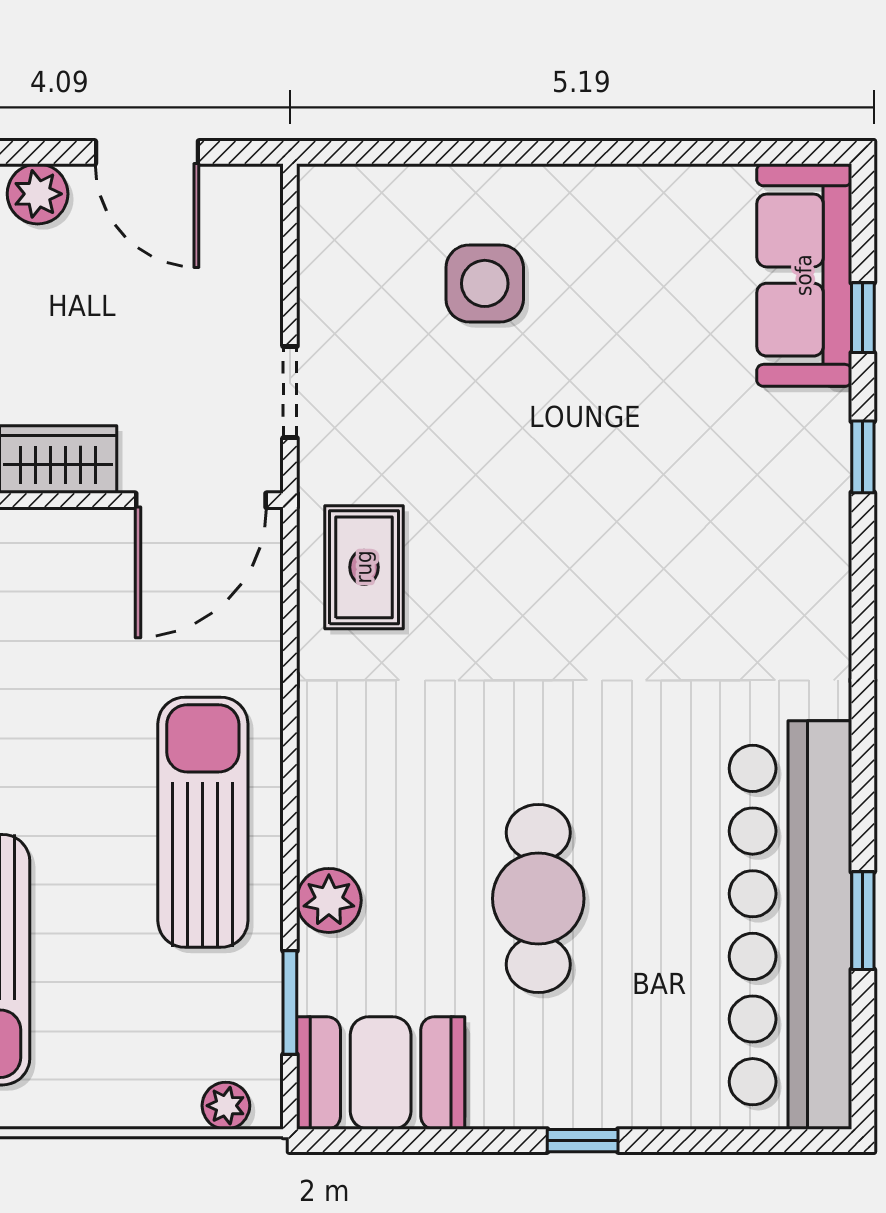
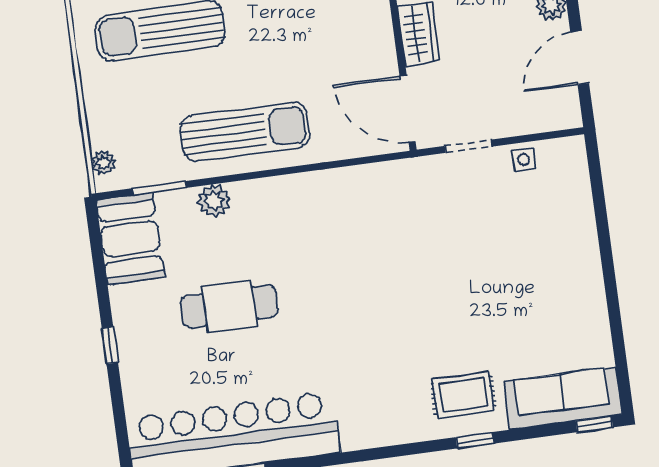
side table: (485, 283) -> (524, 160), moved, width x0.54, depth x0.54
window: (863, 318) -> (594, 424), moved
rug: (364, 567) -> (463, 395), moved

